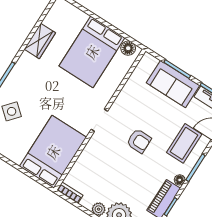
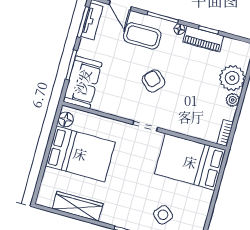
wardrobe: (40, 41) -> (78, 206), width x1.50
sofa: (173, 84) -> (83, 82), moved
armchair: (139, 141) -> (154, 81), turned -47

